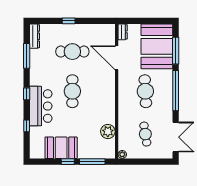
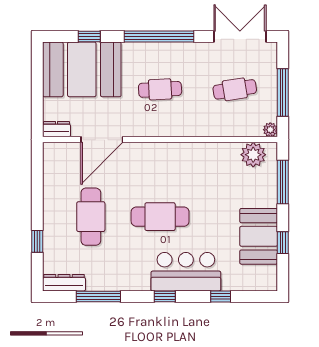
window: (69, 21) -> (37, 241), moved
window: (176, 51) -> (89, 36), width x0.46
cafe table: (145, 91) -> (160, 89), width x0.73, depth x0.74
plant: (108, 131) -> (253, 155), moved
window: (68, 162) -> (283, 243), moved
window: (144, 162) -> (283, 93), added

